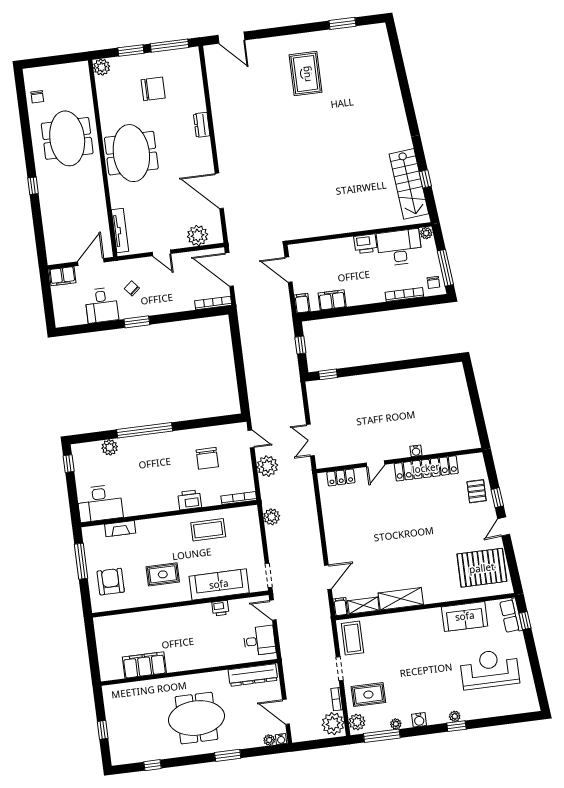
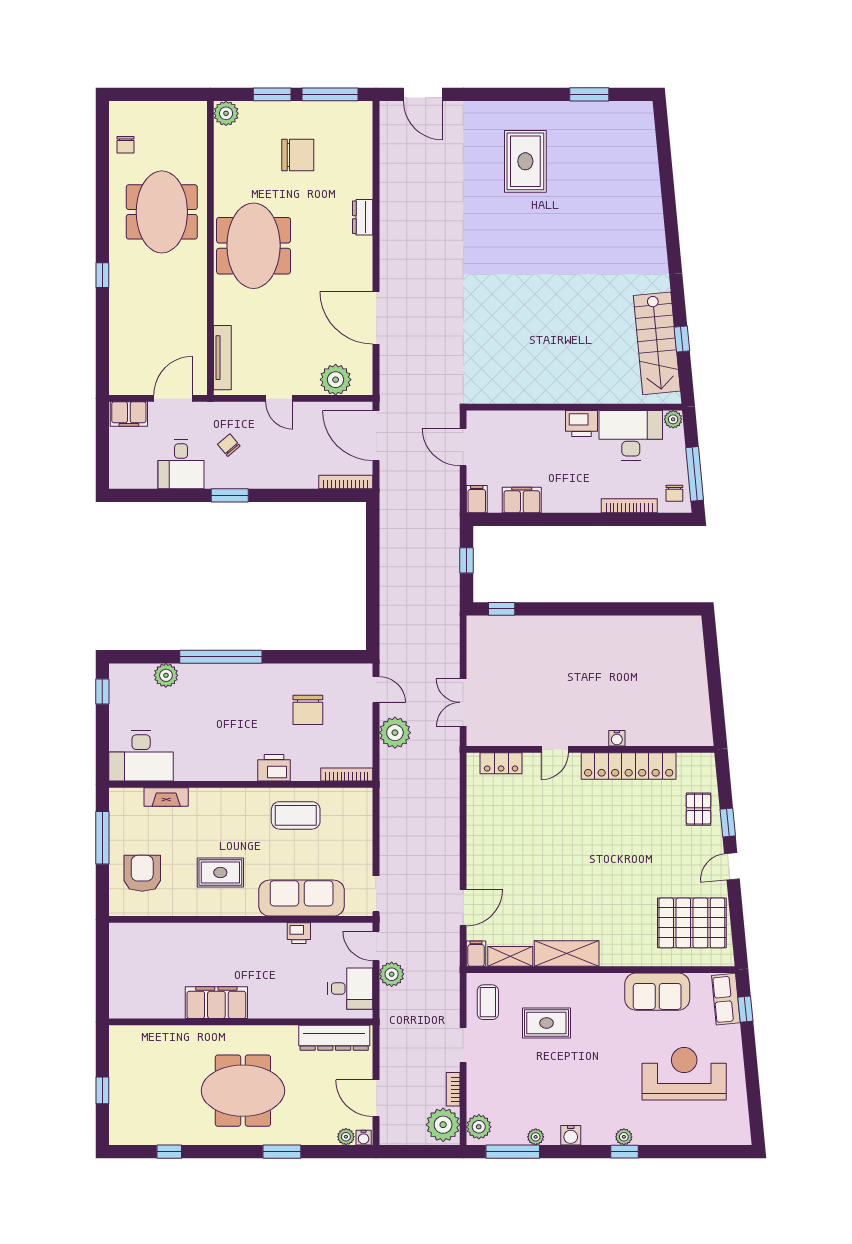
plant: (272, 517) -> (392, 974), moved
coffee table: (352, 638) -> (488, 1002), width x0.73, depth x0.77
filing cabinet: (144, 665) -> (216, 1003), moved
rug: (368, 695) -> (546, 1023), moved

